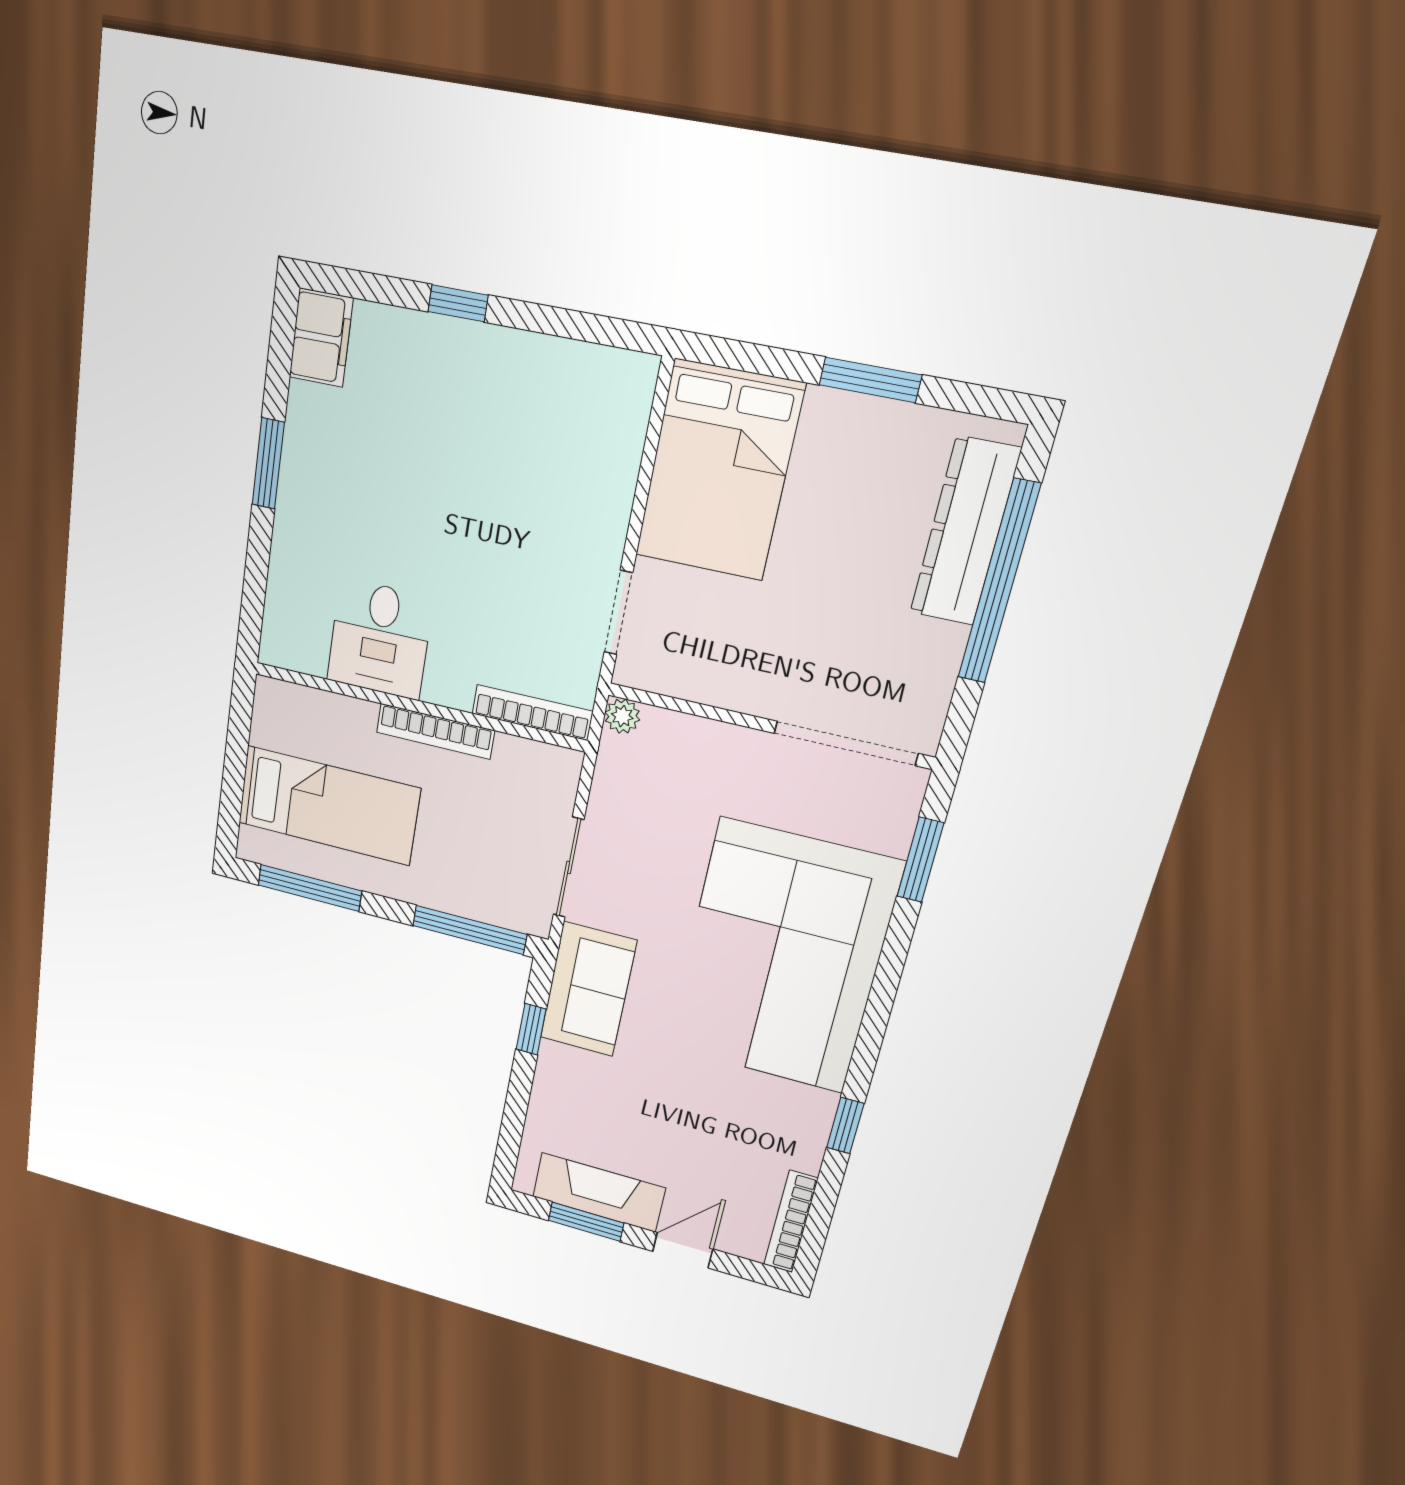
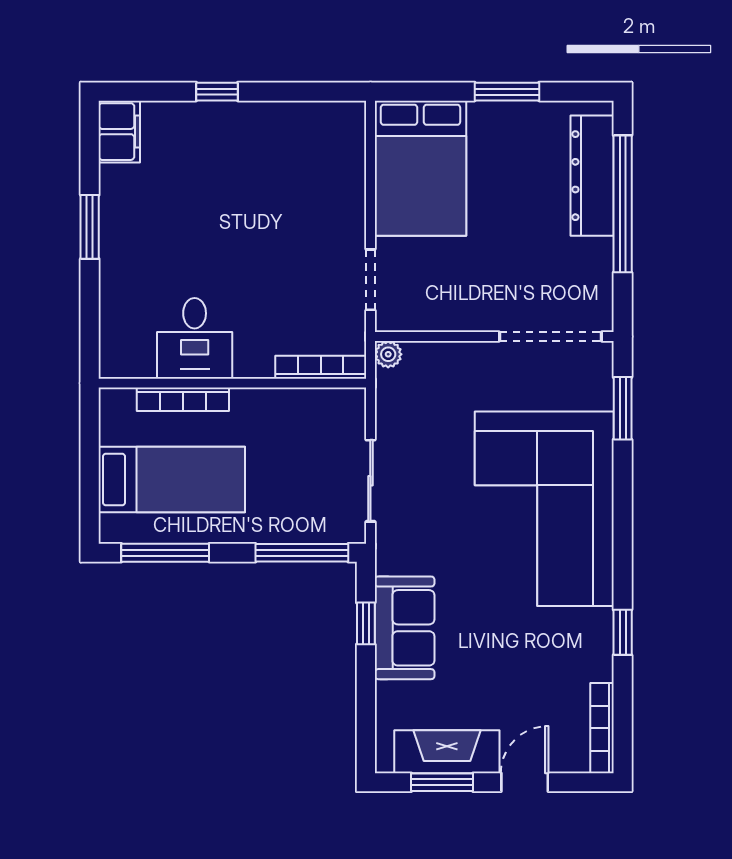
bookcase: (435, 731) -> (183, 399), moved
sofa: (588, 989) -> (405, 628), moved

